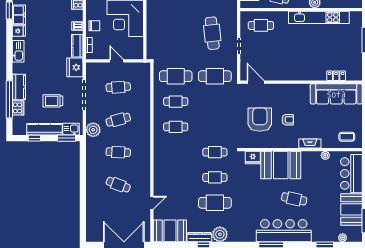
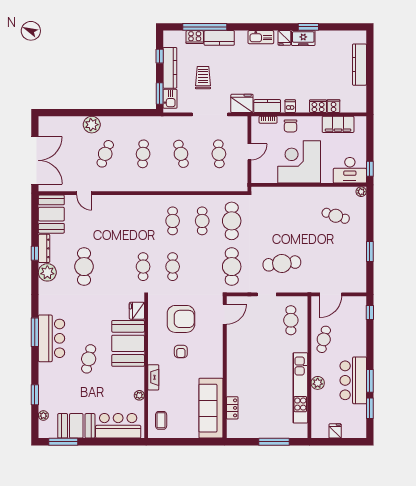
plant: (93, 130) -> (92, 125), moved
cafe table: (215, 177) -> (173, 267), moved
bar counter: (284, 231) -> (52, 338), width x0.73

